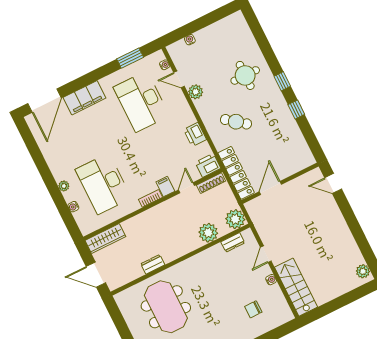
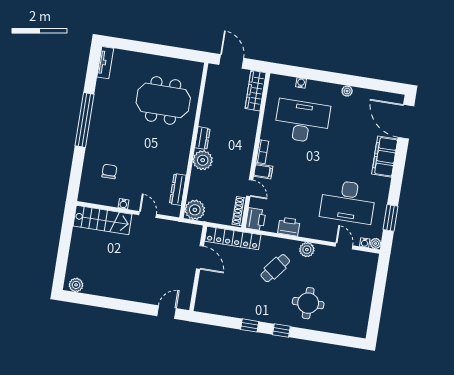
water cooler: (190, 40) -> (371, 278), removed
plant: (159, 56) -> (376, 244), added
door: (179, 79) -> (344, 246), hinge flipped
plant: (196, 92) -> (307, 250), moved
desk: (141, 102) -> (348, 202), turned 180
plant: (64, 186) -> (347, 91), moved
plant: (208, 233) -> (203, 160), moved
dresser: (233, 242) -> (178, 189), width x1.44
dresser: (153, 264) -> (202, 138), moved
door: (96, 275) -> (231, 61), hinge flipped

